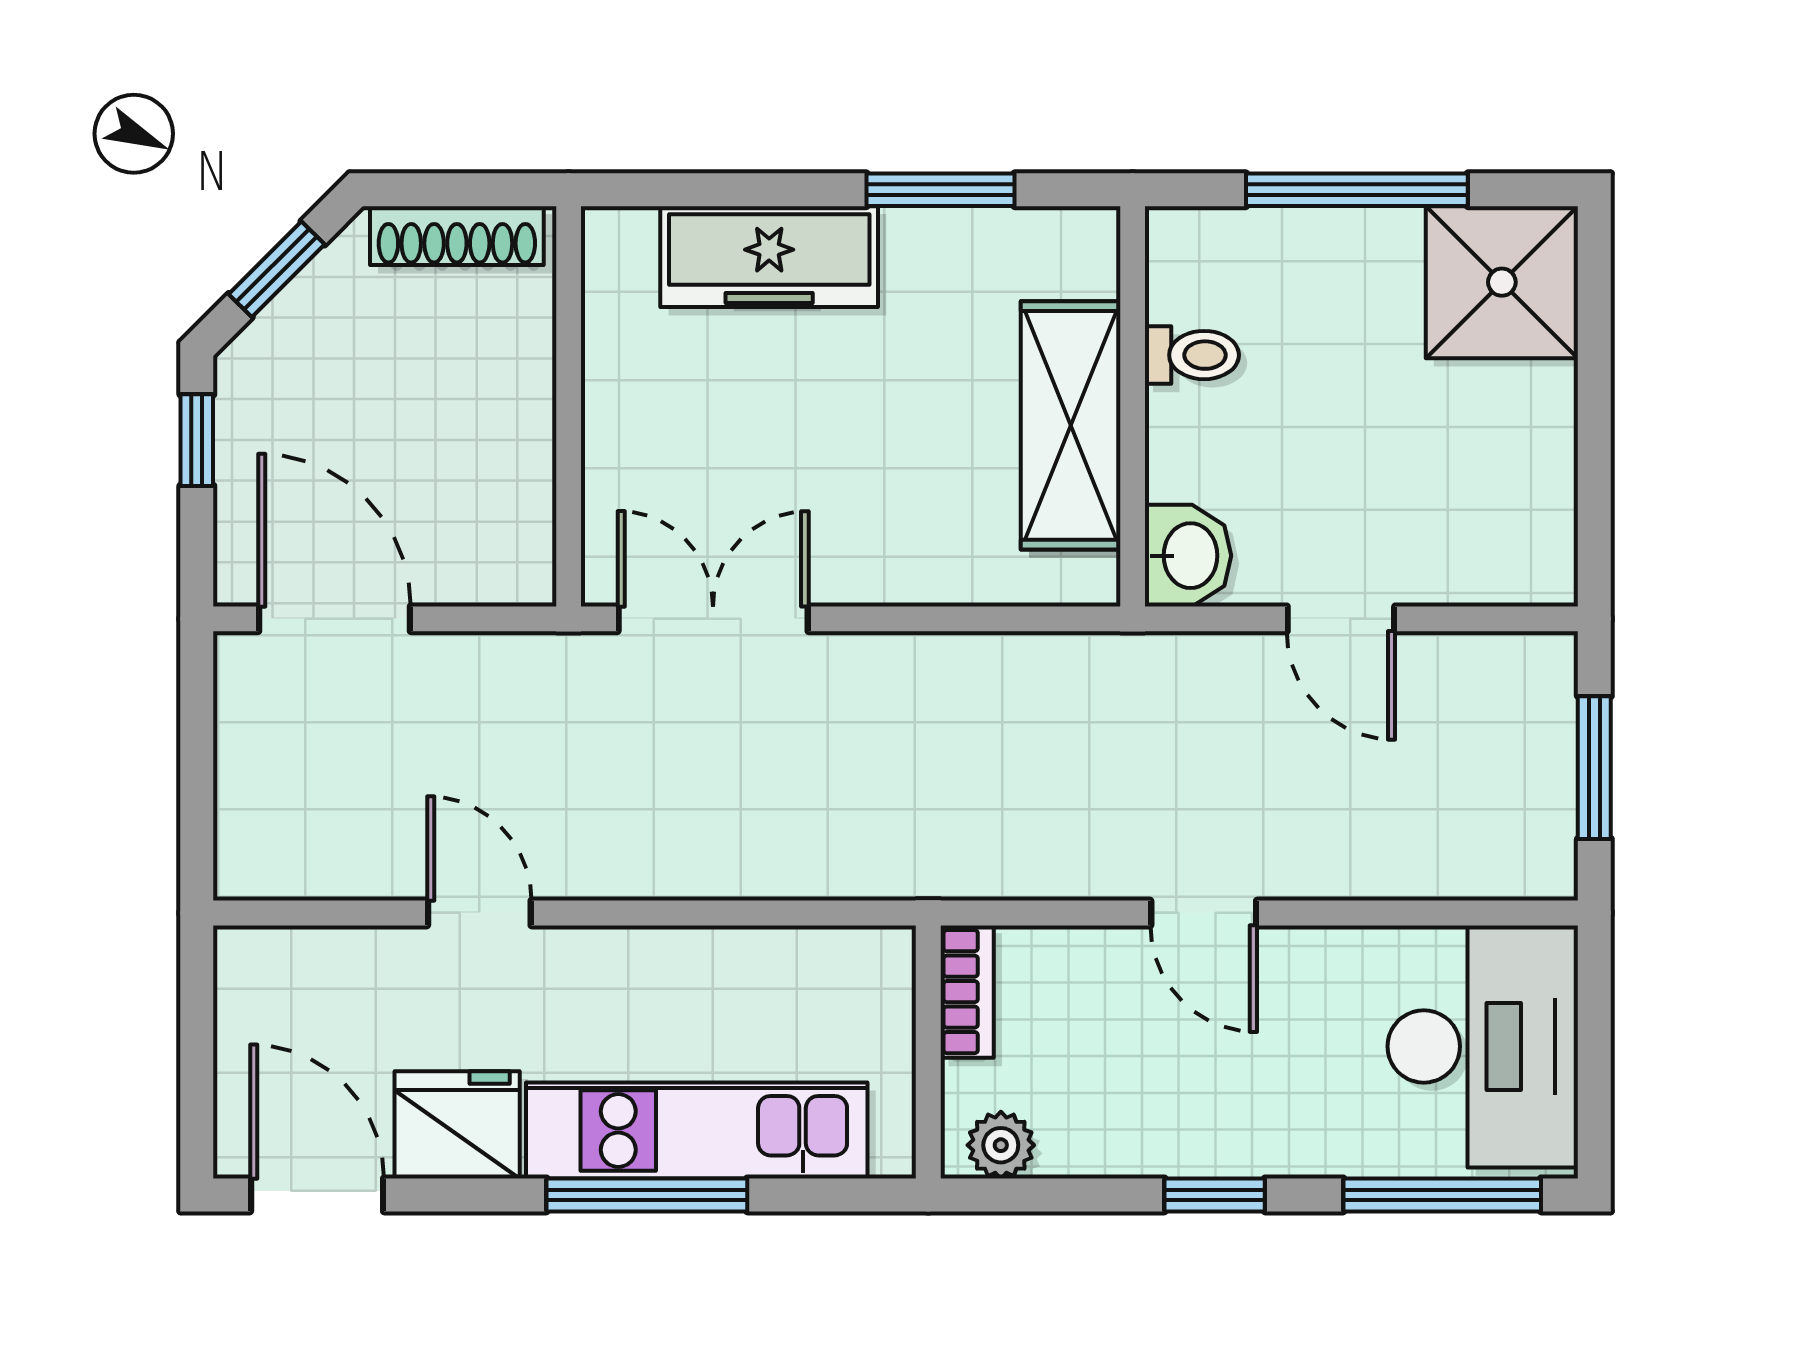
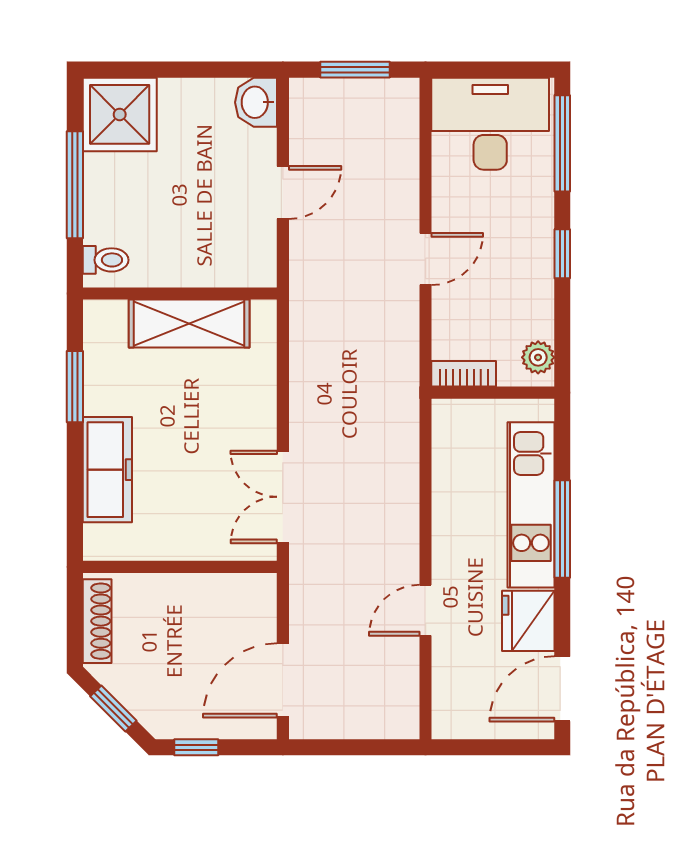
toilet: (1192, 355) -> (106, 260), moved, turned 90
washbasin: (1188, 556) -> (256, 102), moved, turned -90

